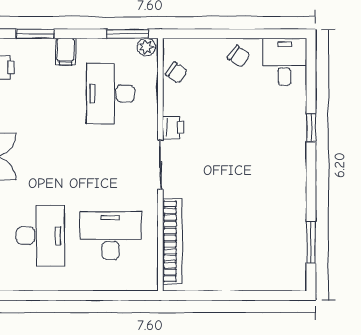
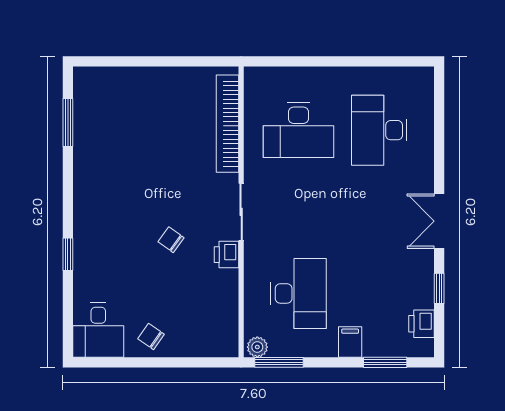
chair: (176, 73) -> (171, 240), moved

